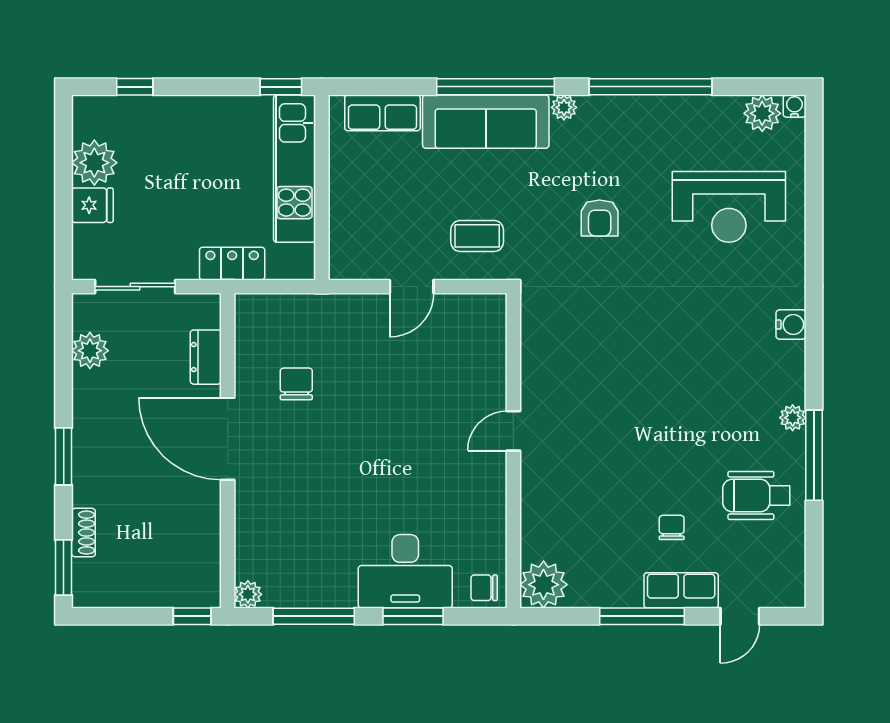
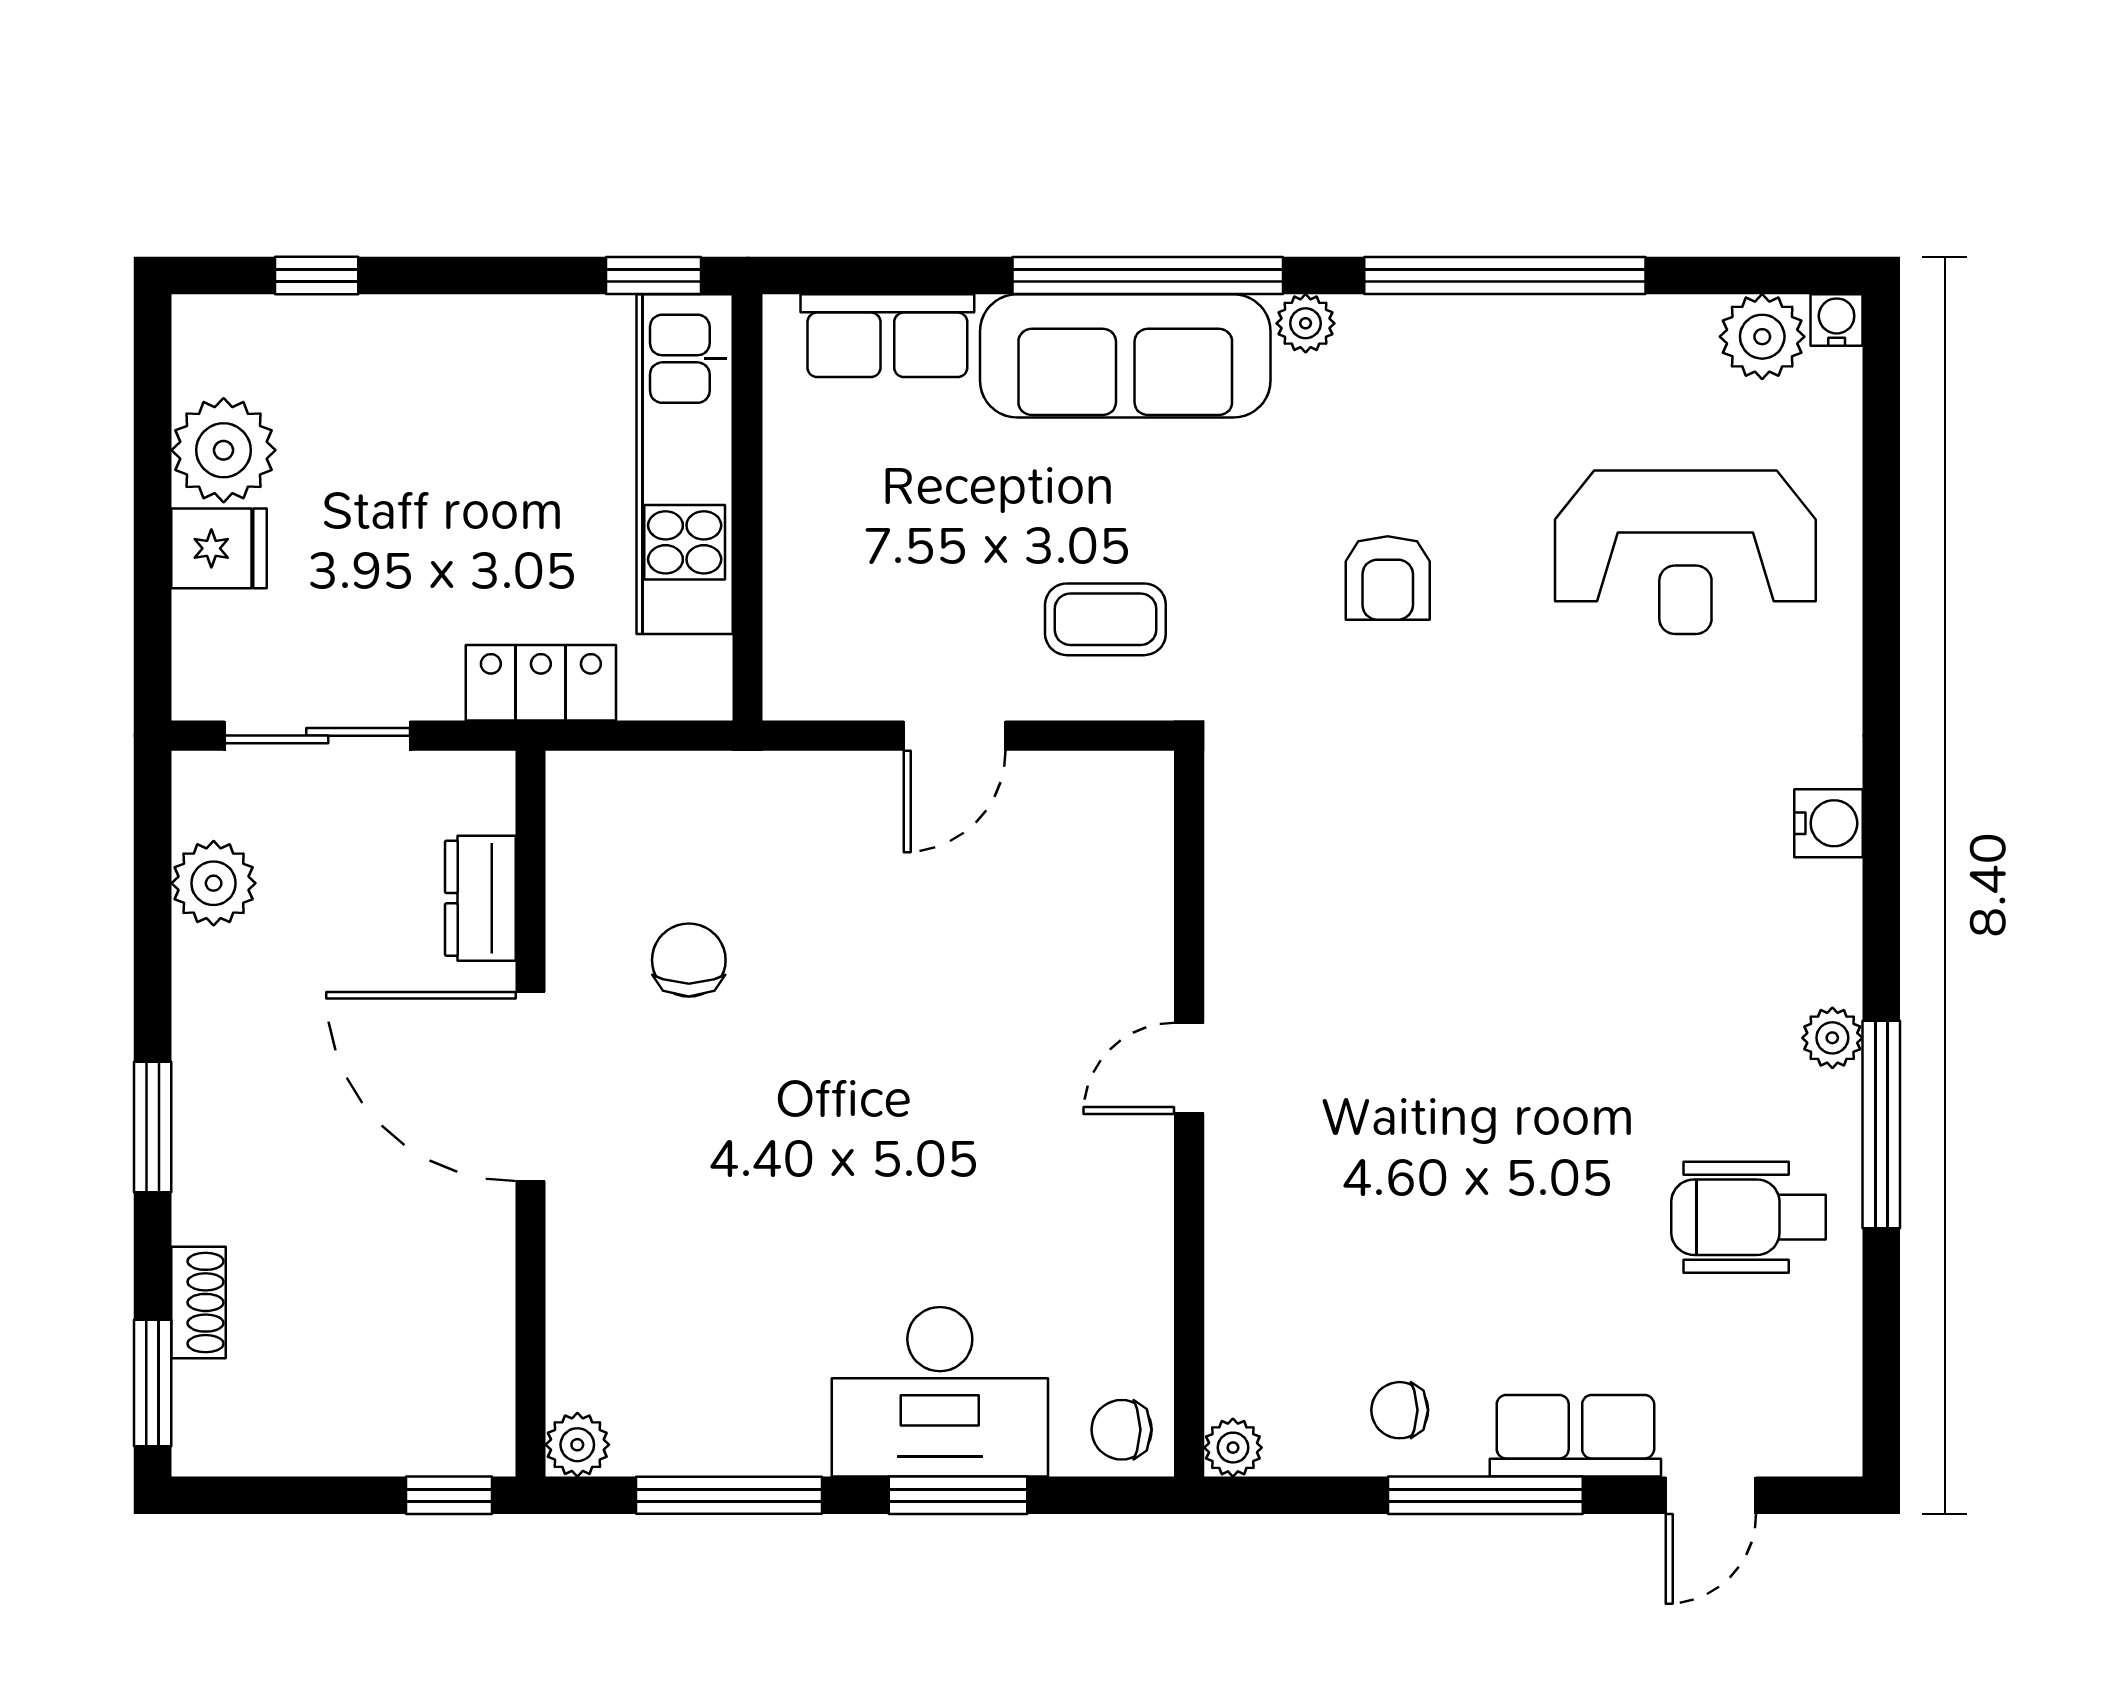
chair: (672, 527) -> (1400, 1410), moved, turned -90
plant: (543, 585) -> (1233, 1448), width x0.53, depth x0.53

